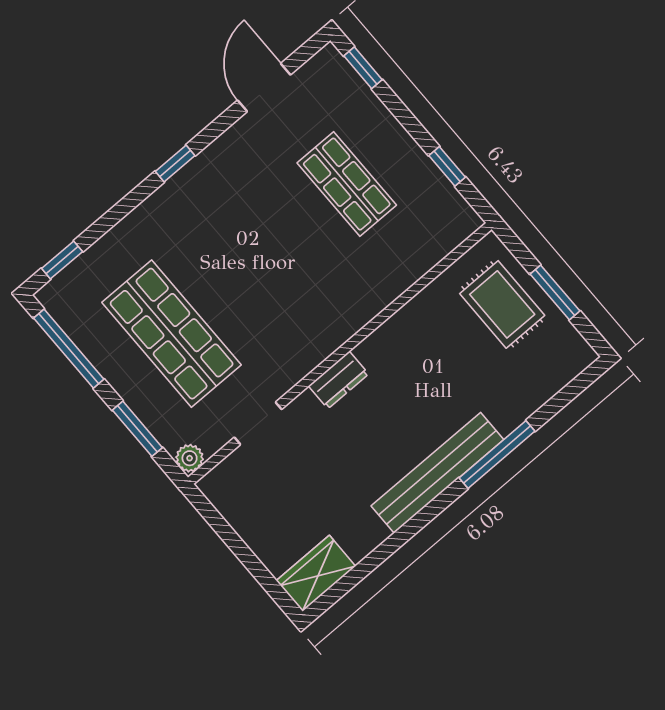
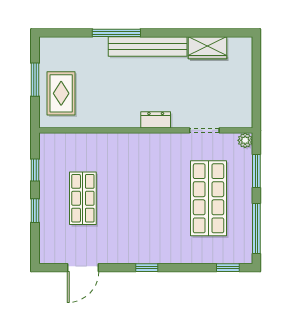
window: (363, 68) -> (35, 211), moved
wardrobe: (316, 573) -> (207, 48), moved

